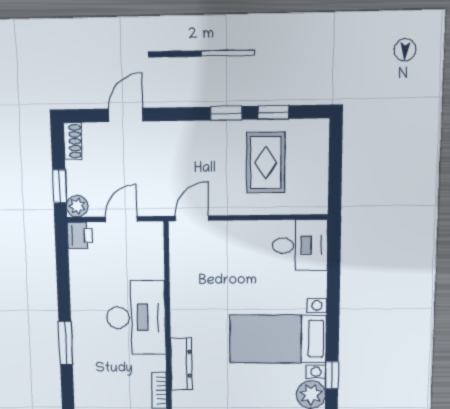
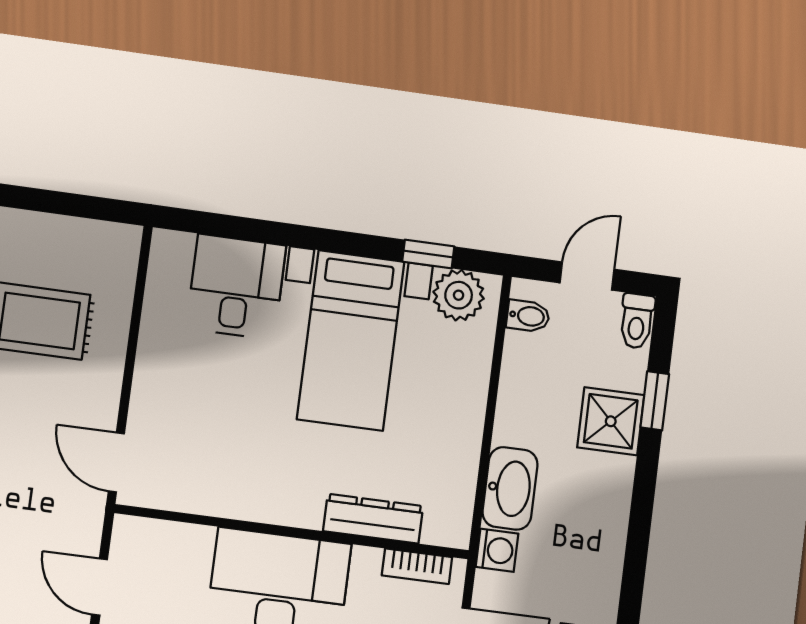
desk: (300, 245) -> (236, 287), moved

